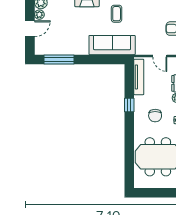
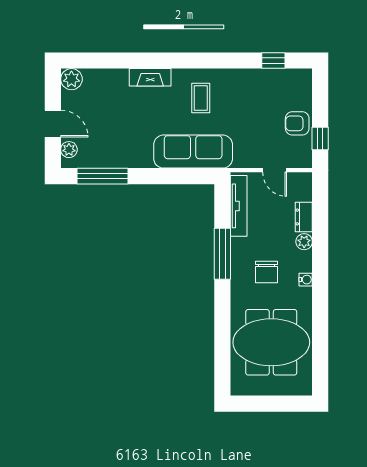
plant: (39, 15) -> (69, 150), moved
door: (30, 29) -> (53, 124), hinge flipped
window: (129, 105) -> (222, 254), width x2.17

